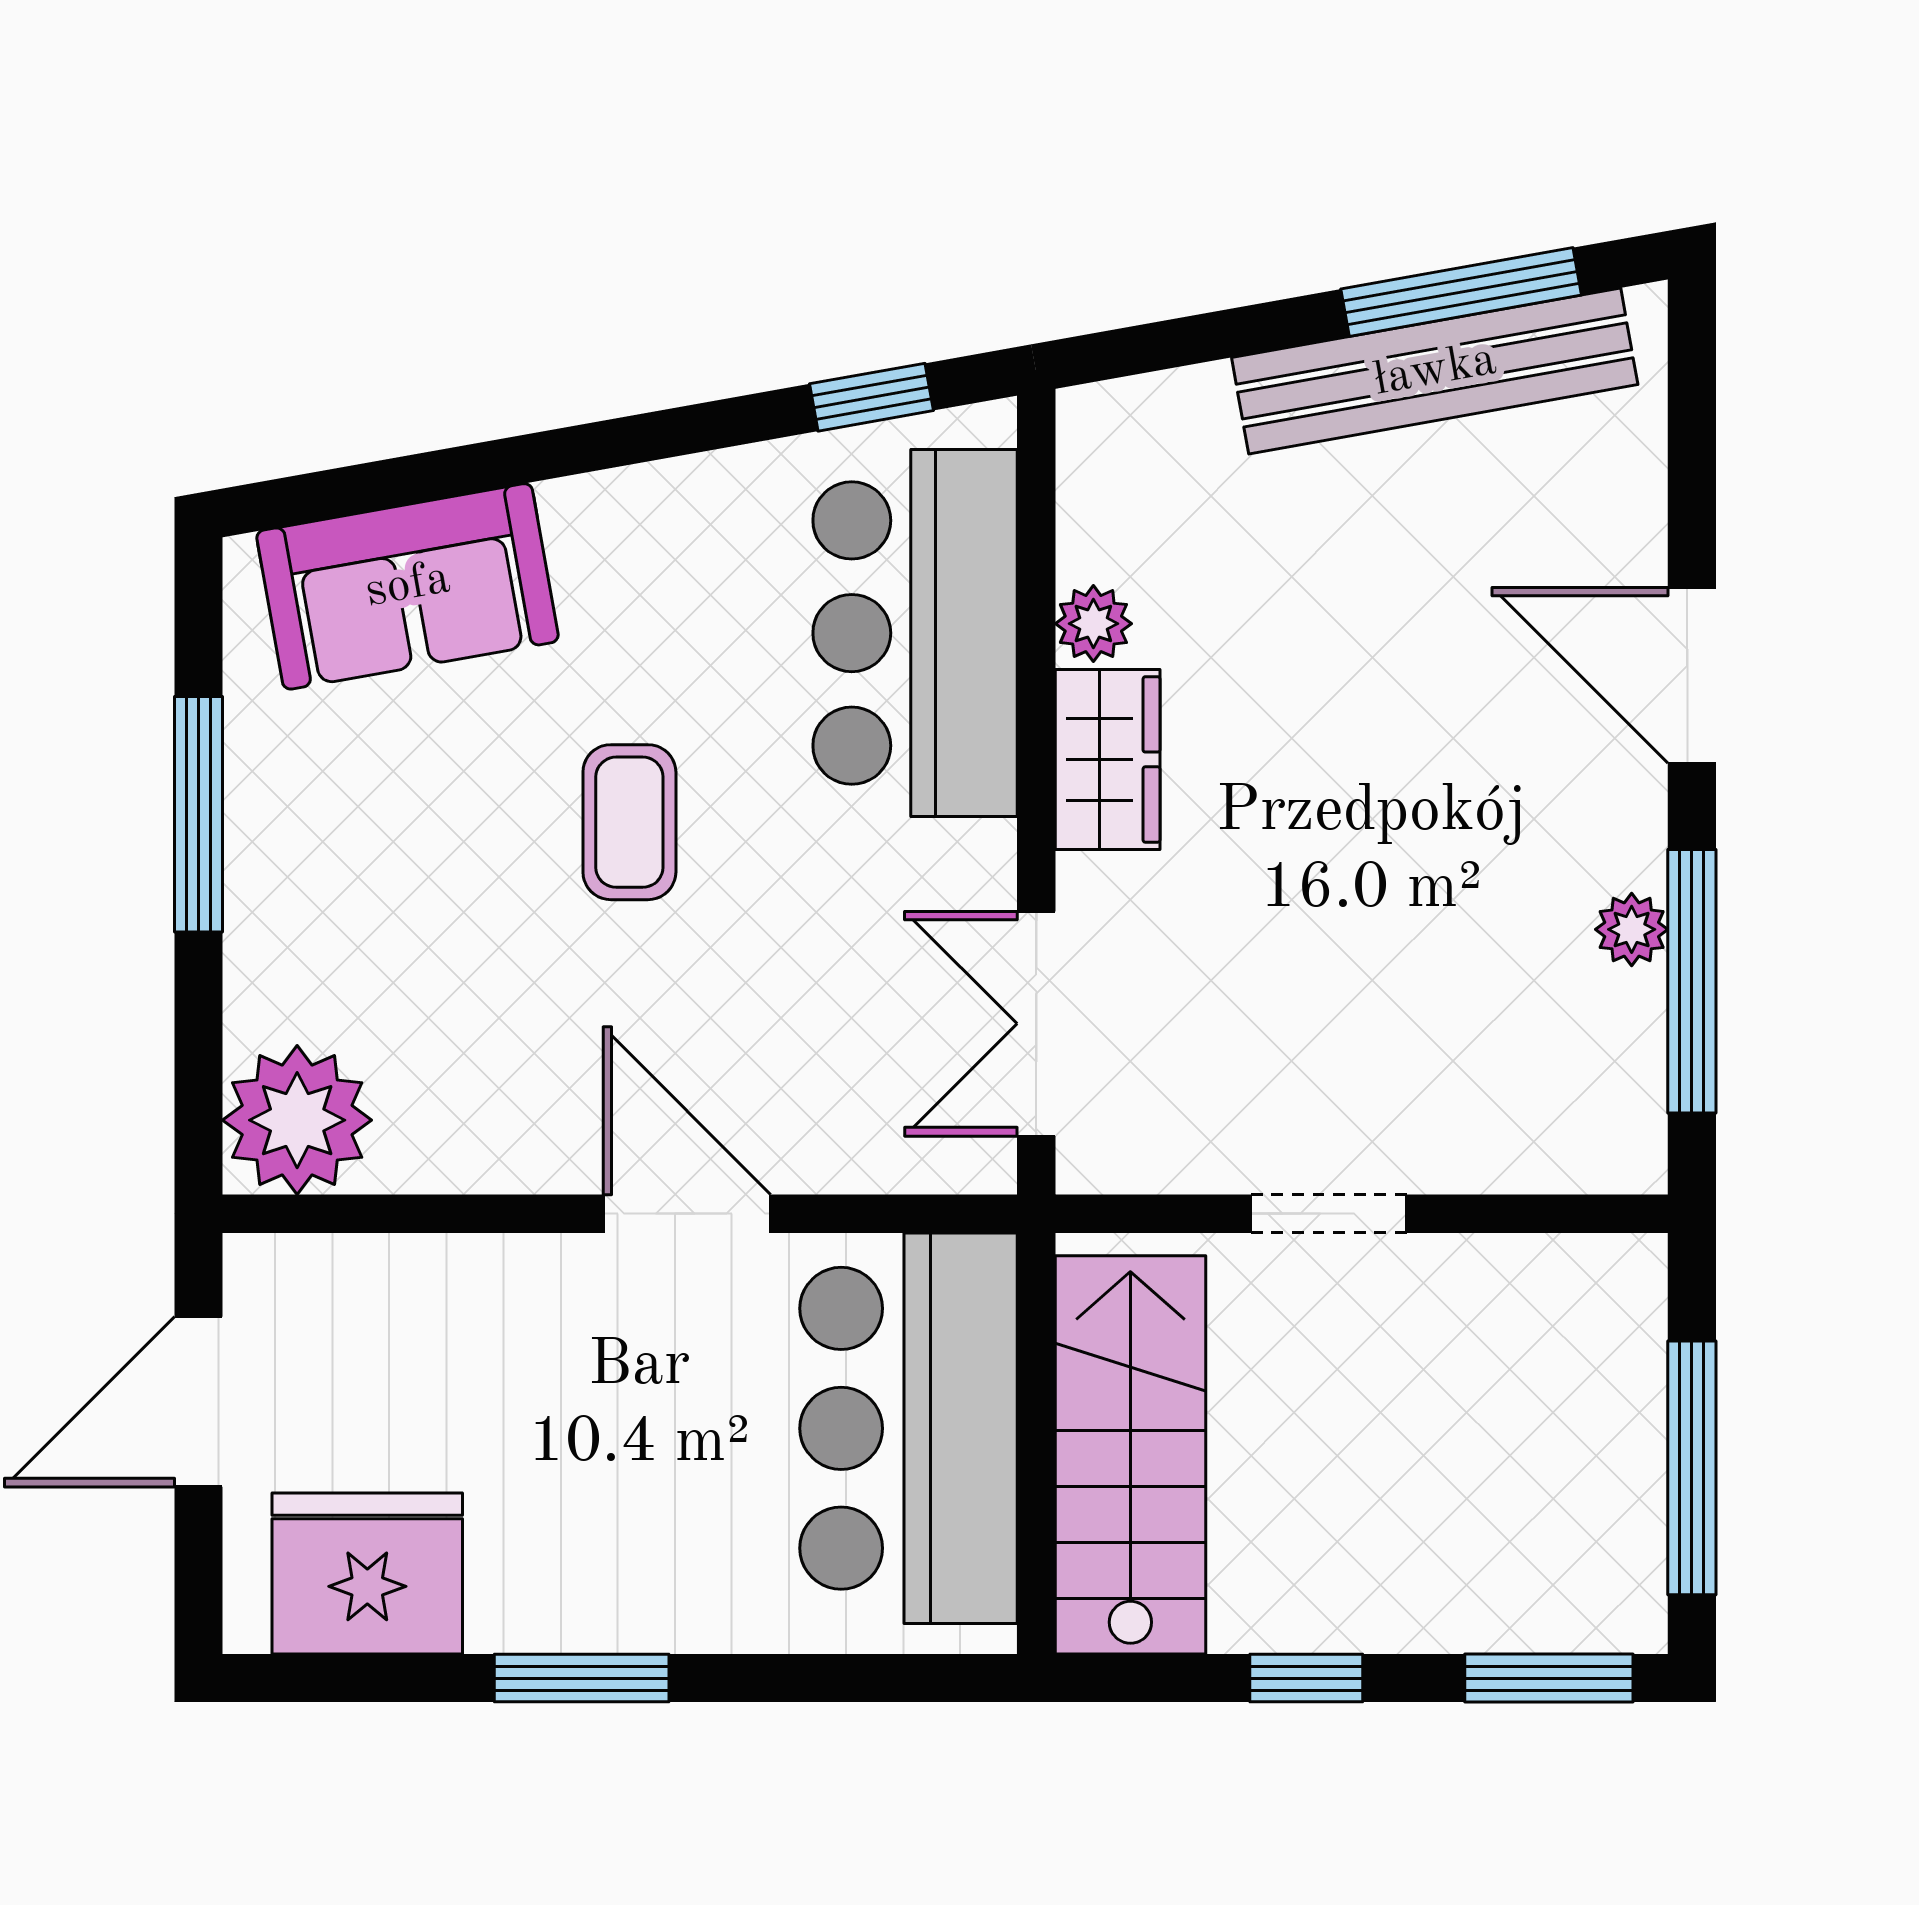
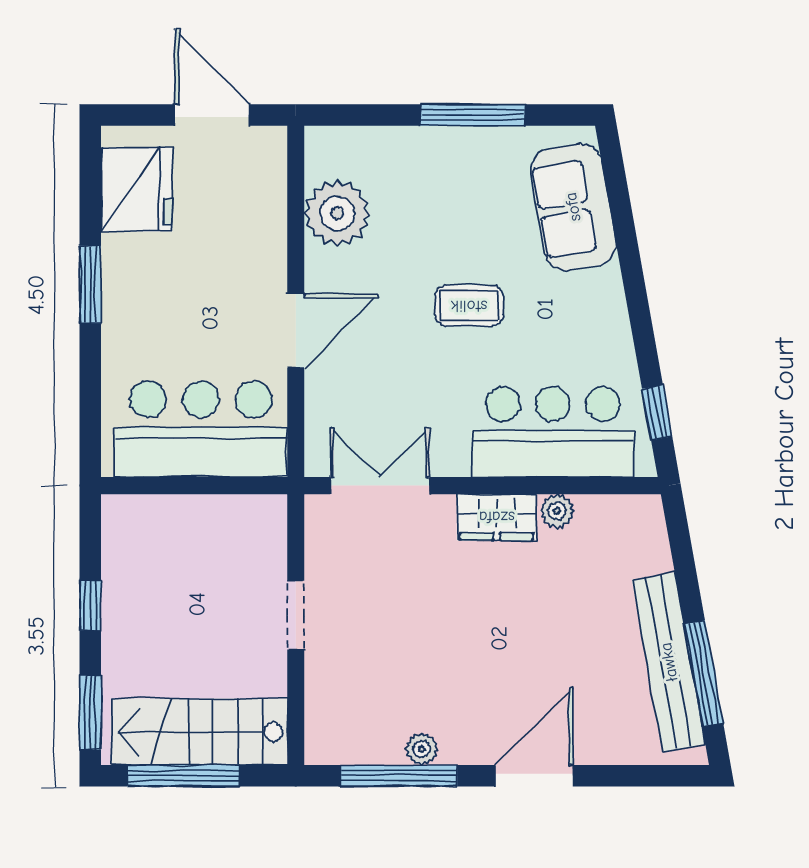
plant: (297, 1120) -> (337, 213), moved
stairs: (1130, 1455) -> (199, 732), moved, turned 180

